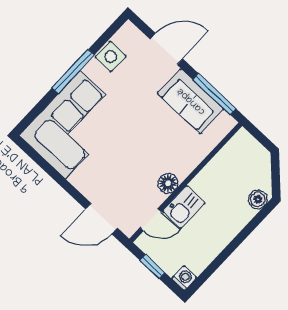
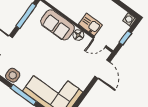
sofa: (191, 101) -> (58, 25), moved, turned 90
door: (151, 220) -> (100, 42), swing flipped

